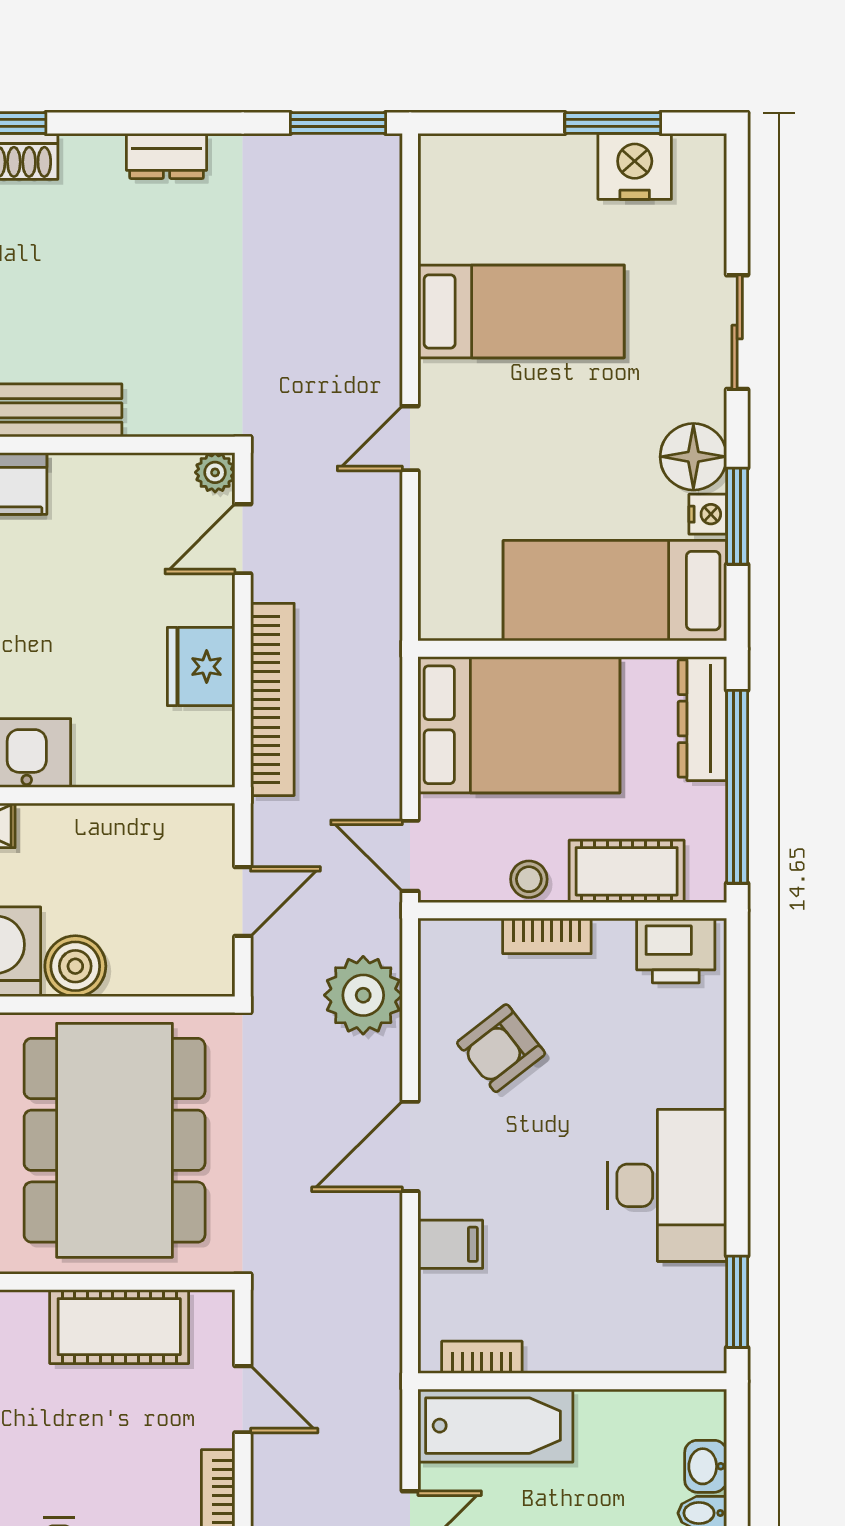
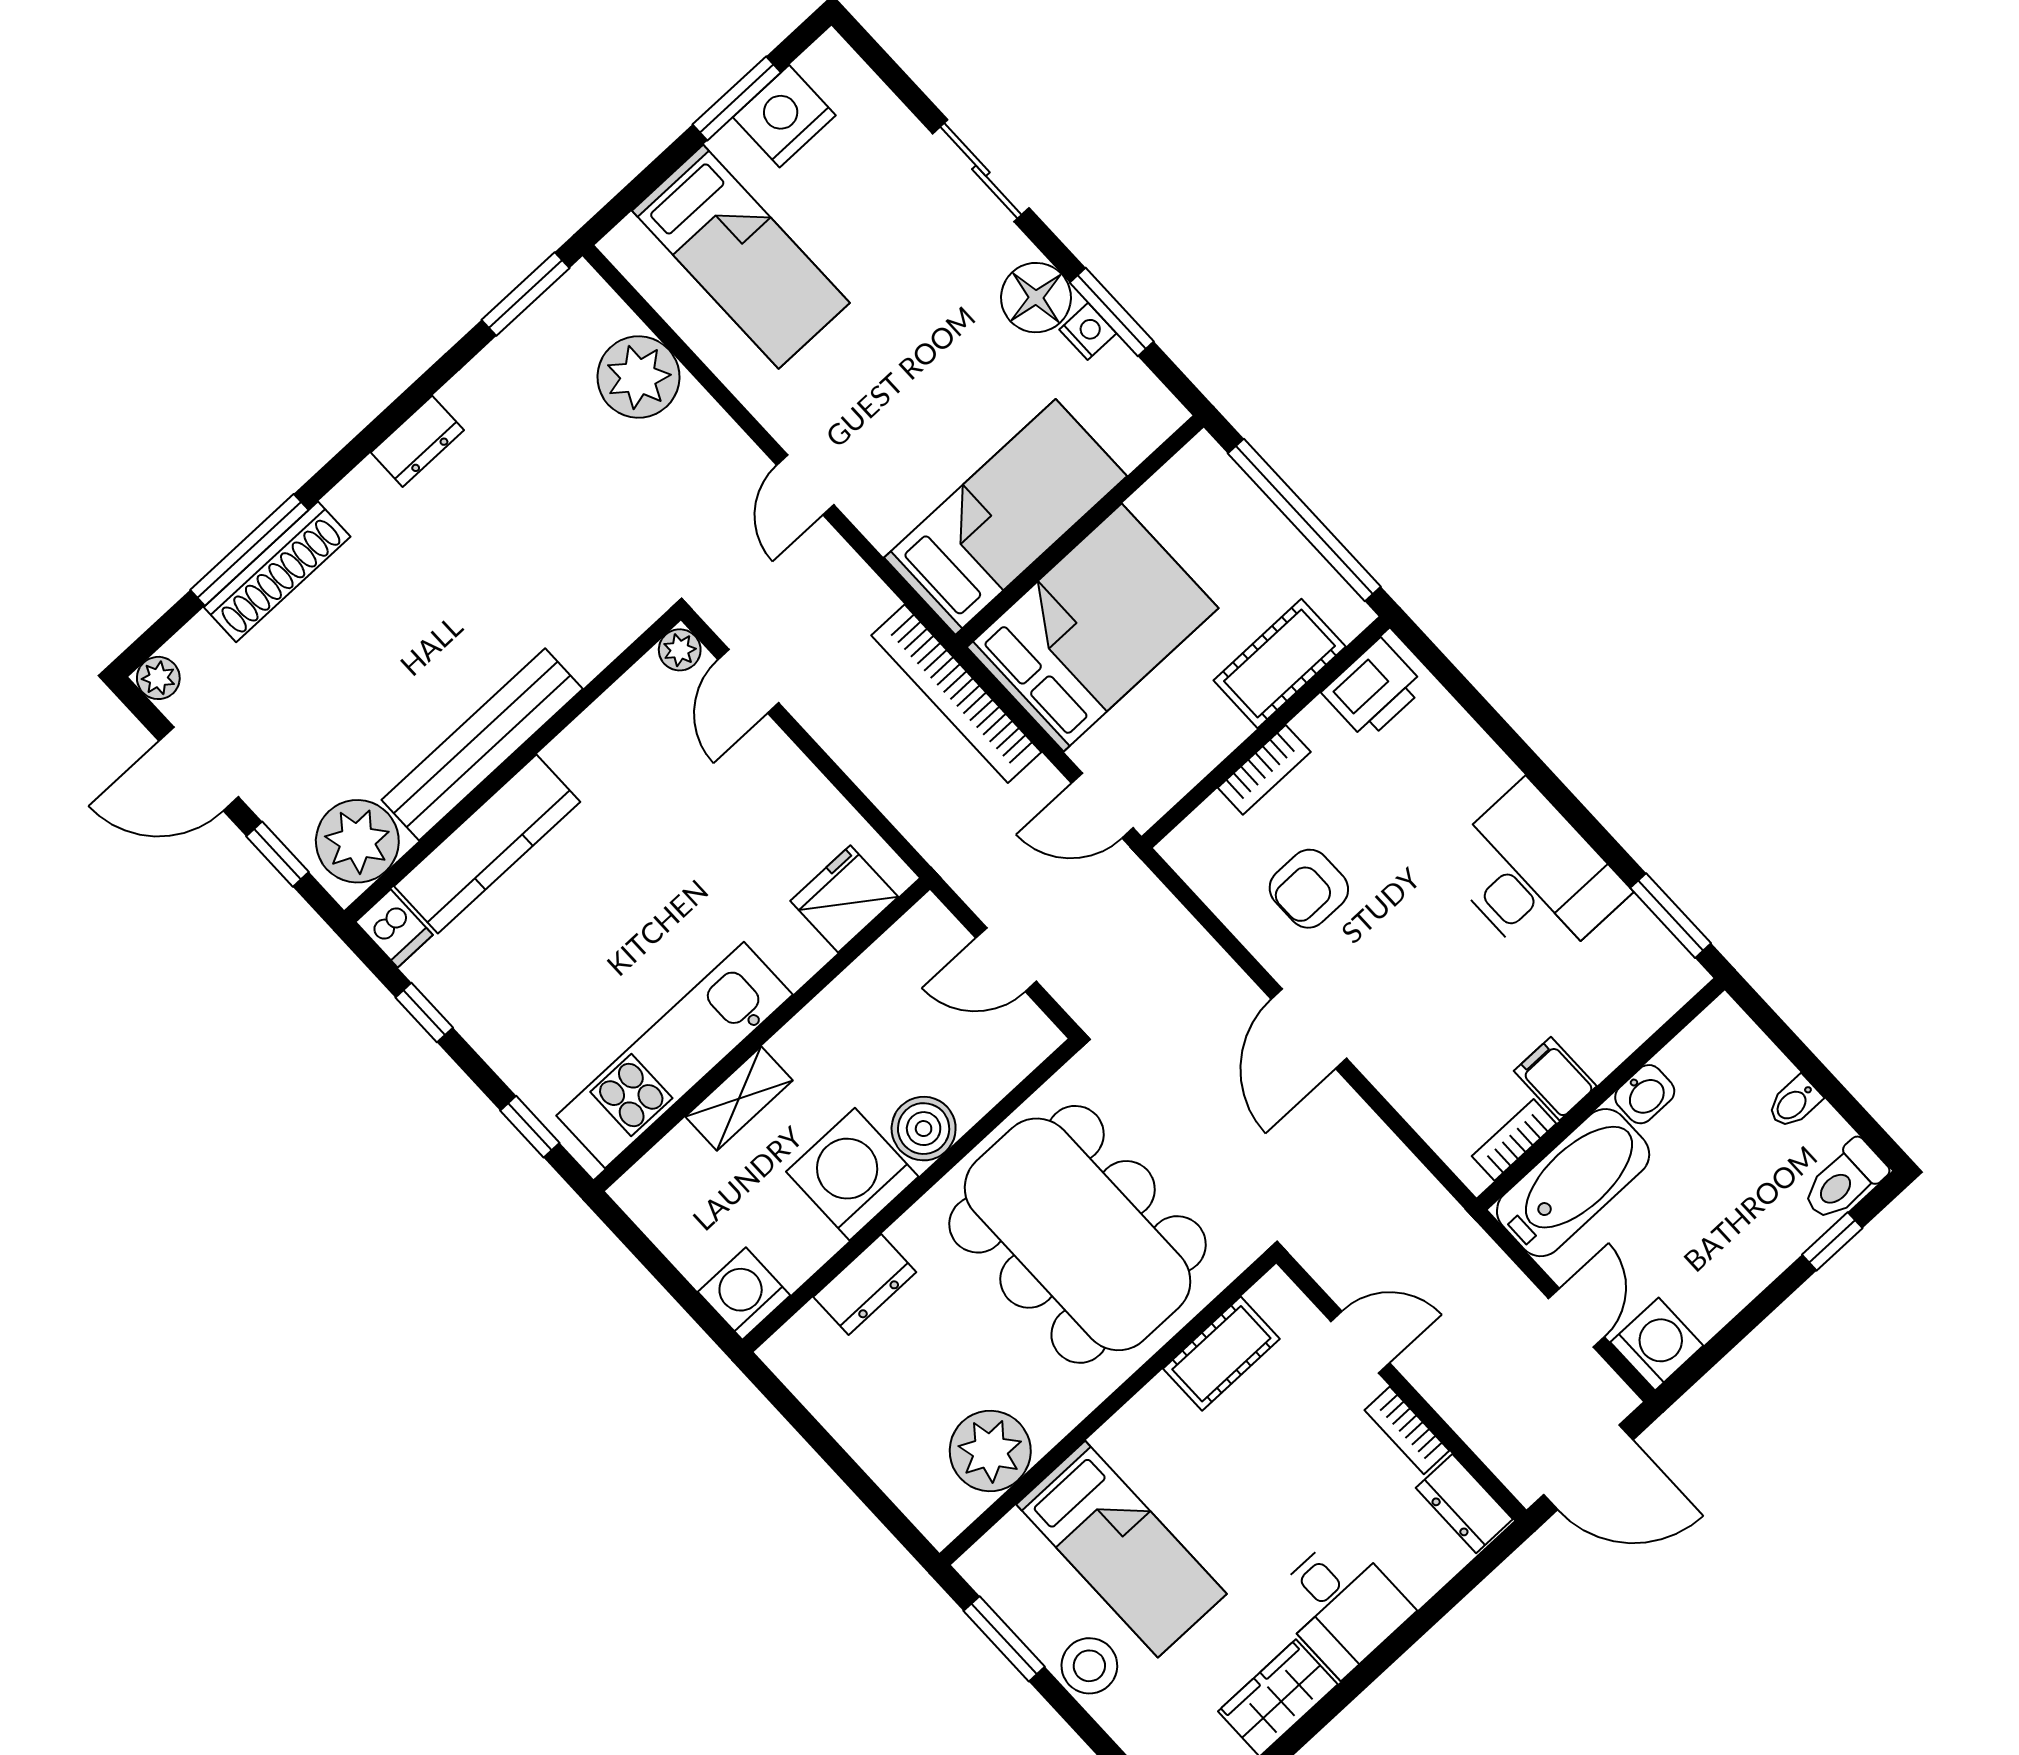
bed: (521, 311) -> (741, 257), moved, turned 90
bed: (615, 591) -> (1005, 517), moved, turned 180
fridge: (201, 667) -> (844, 899), moved, turned 90
bookcase: (272, 699) -> (956, 694), moved, turned 180
dresser: (702, 719) -> (1229, 492), removed
stool: (529, 879) -> (1210, 739), removed
door: (243, 901) -> (1006, 960), swing flipped
plant: (363, 995) -> (638, 377), moved
armchair: (501, 1048) -> (1309, 889), turned 38
filing cabinet: (450, 1244) -> (1555, 1079), moved, turned -90
cot: (119, 1327) -> (1221, 1354), width x0.73, depth x0.75
washbasin: (706, 1466) -> (1645, 1094), moved, turned -90

